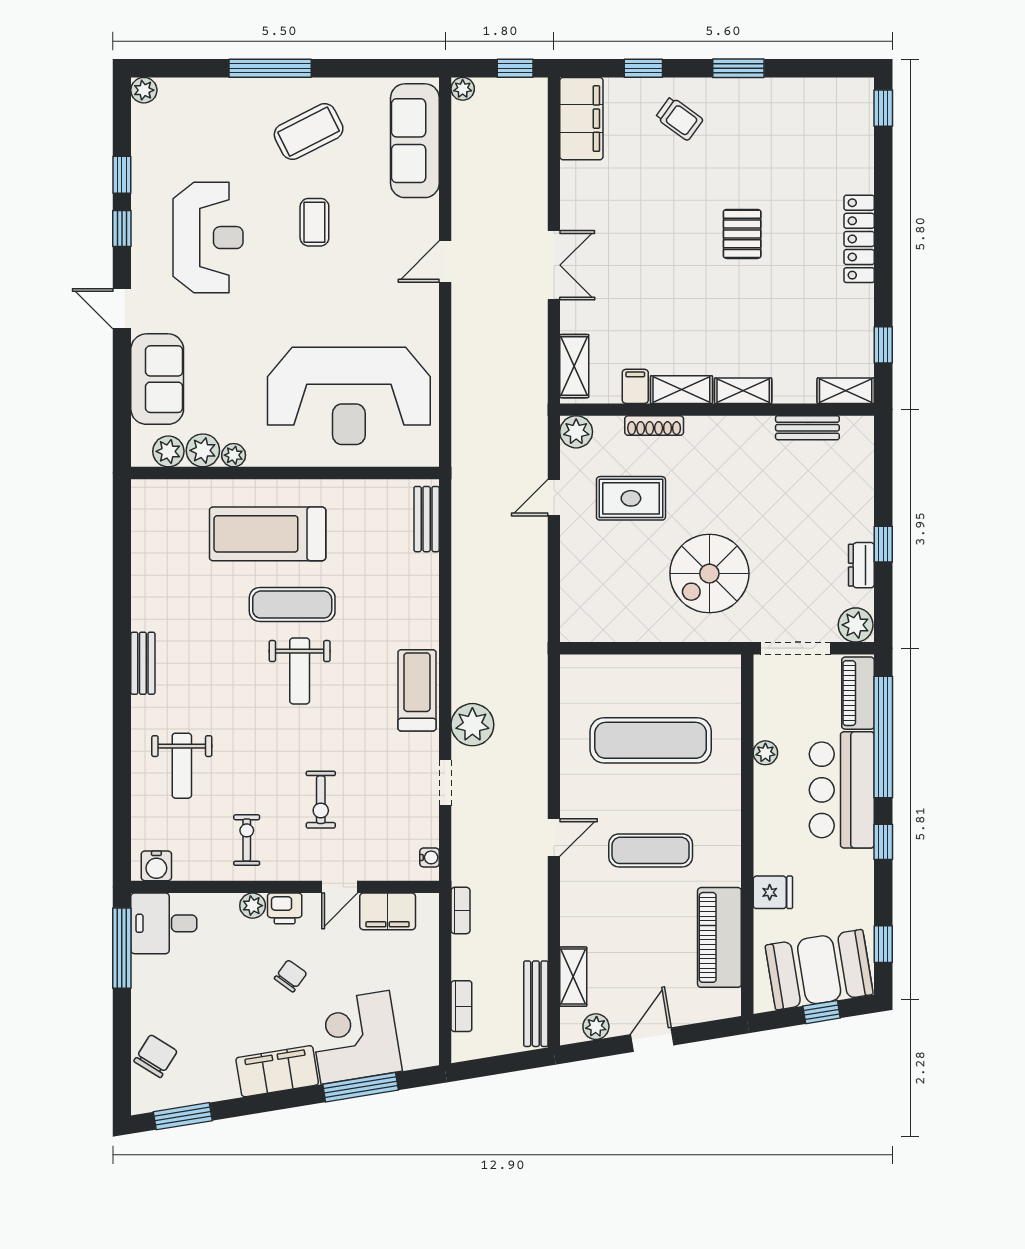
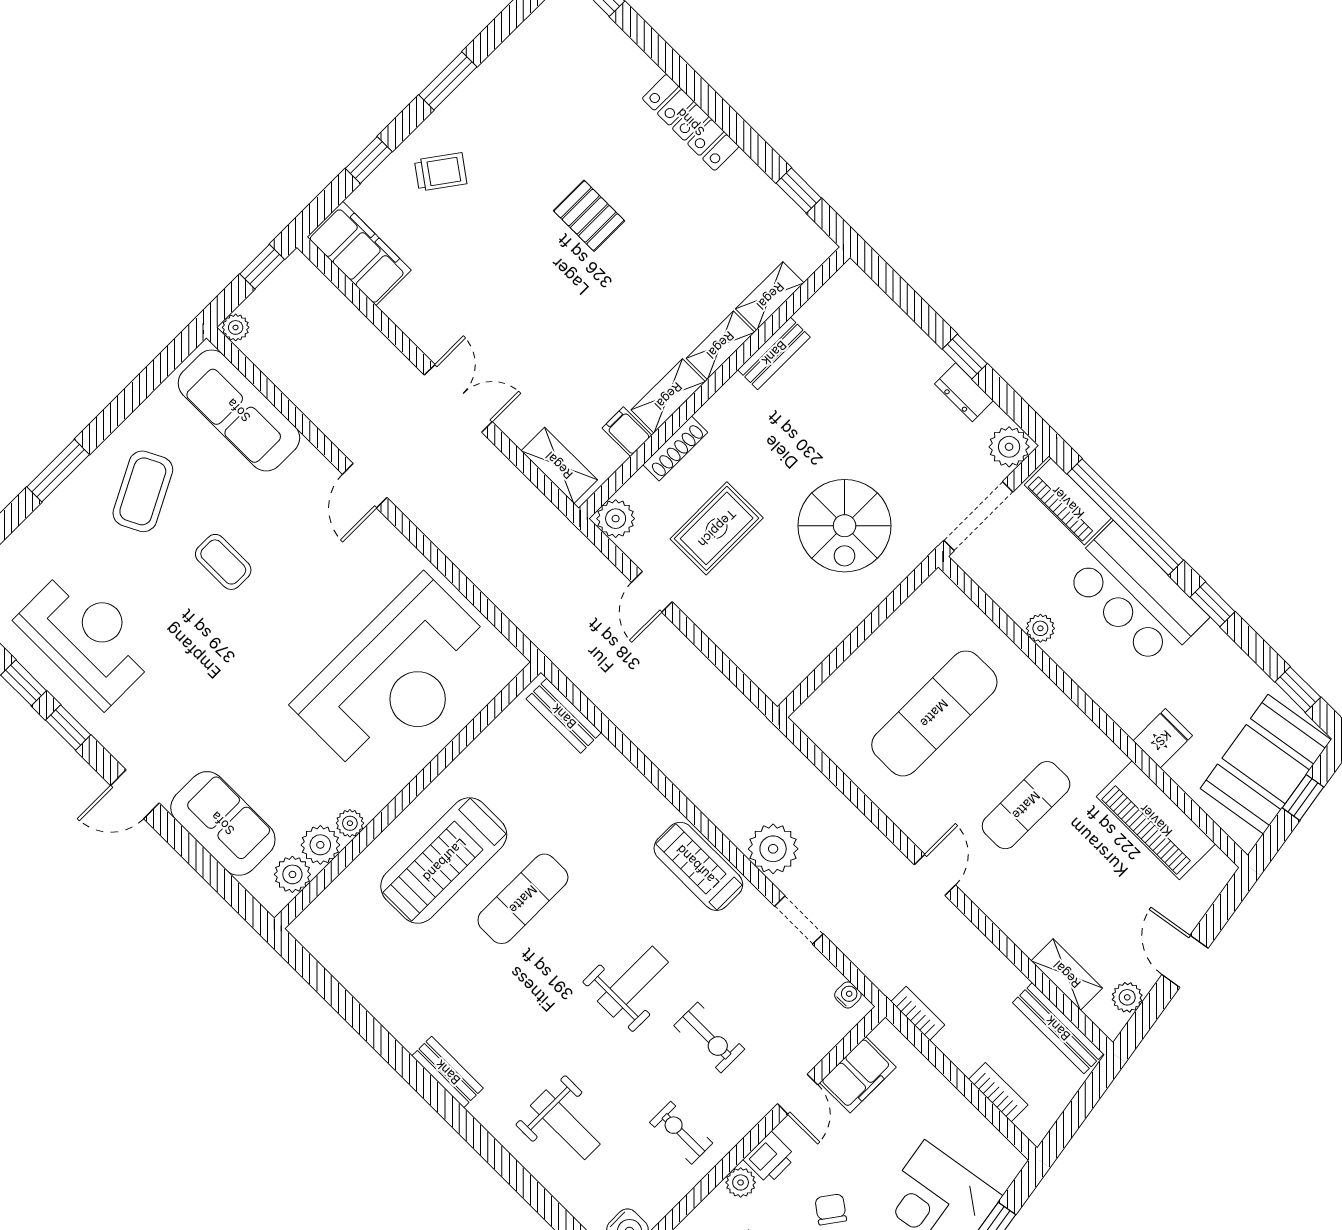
window: (270, 68) -> (58, 471), width x0.69
reception desk: (208, 238) -> (87, 637), moved
shelving: (846, 391) -> (770, 296), moved
bench: (807, 428) -> (774, 353), moved
weight bench: (300, 671) -> (633, 982), moved, turned -90

